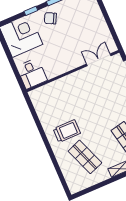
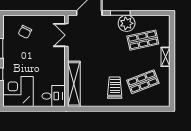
chair: (50, 18) -> (25, 32), moved
shelving: (53, 89) -> (74, 84), added

